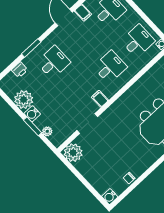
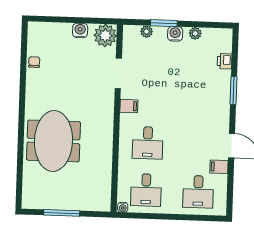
desk: (54, 62) -> (201, 98), removed
plant: (24, 100) -> (195, 33), width x0.53, depth x0.53
water cooler: (110, 197) -> (80, 30), moved

